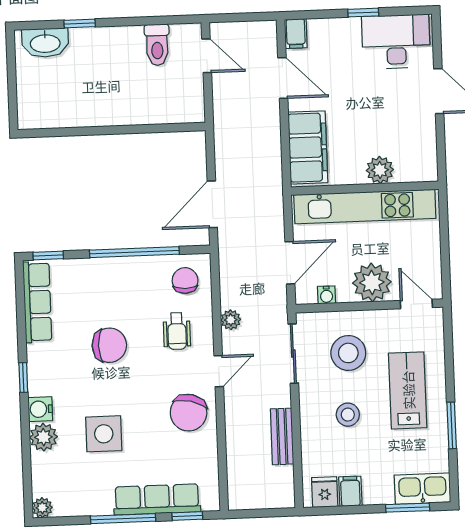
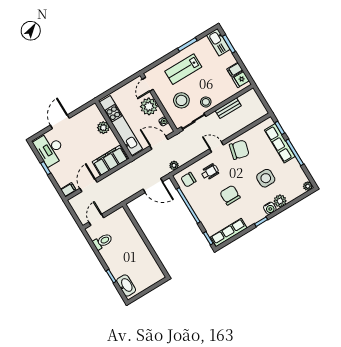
plant: (231, 320) -> (174, 165), moved
stool: (348, 415) -> (206, 102), moved

